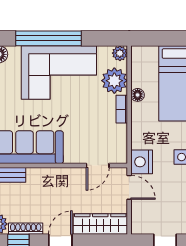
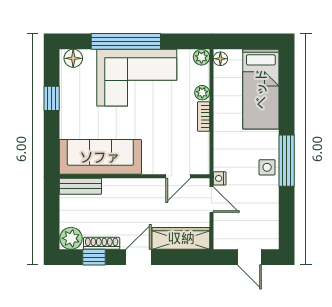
plant: (114, 81) -> (202, 93), width x0.53, depth x0.53
floor lamp: (138, 95) -> (220, 59), moved
nightstand: (142, 162) -> (220, 178), width x0.53, depth x0.56

